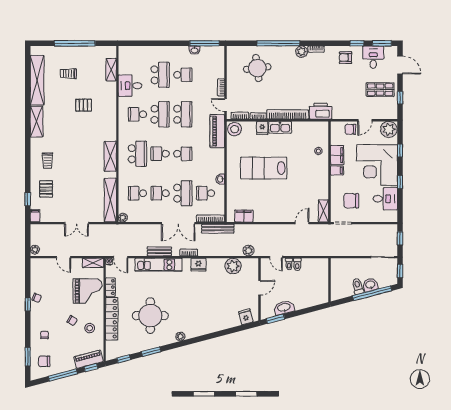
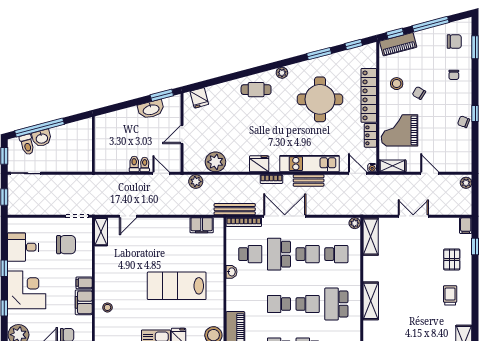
corner desk: (377, 165) -> (27, 290), width x0.74, depth x0.74
lab bench: (264, 168) -> (177, 286), turned 180
shelving: (110, 200) -> (371, 236), width x0.68
toilet: (358, 286) -> (27, 144), moved
cafe table: (201, 323) -> (256, 90), added

